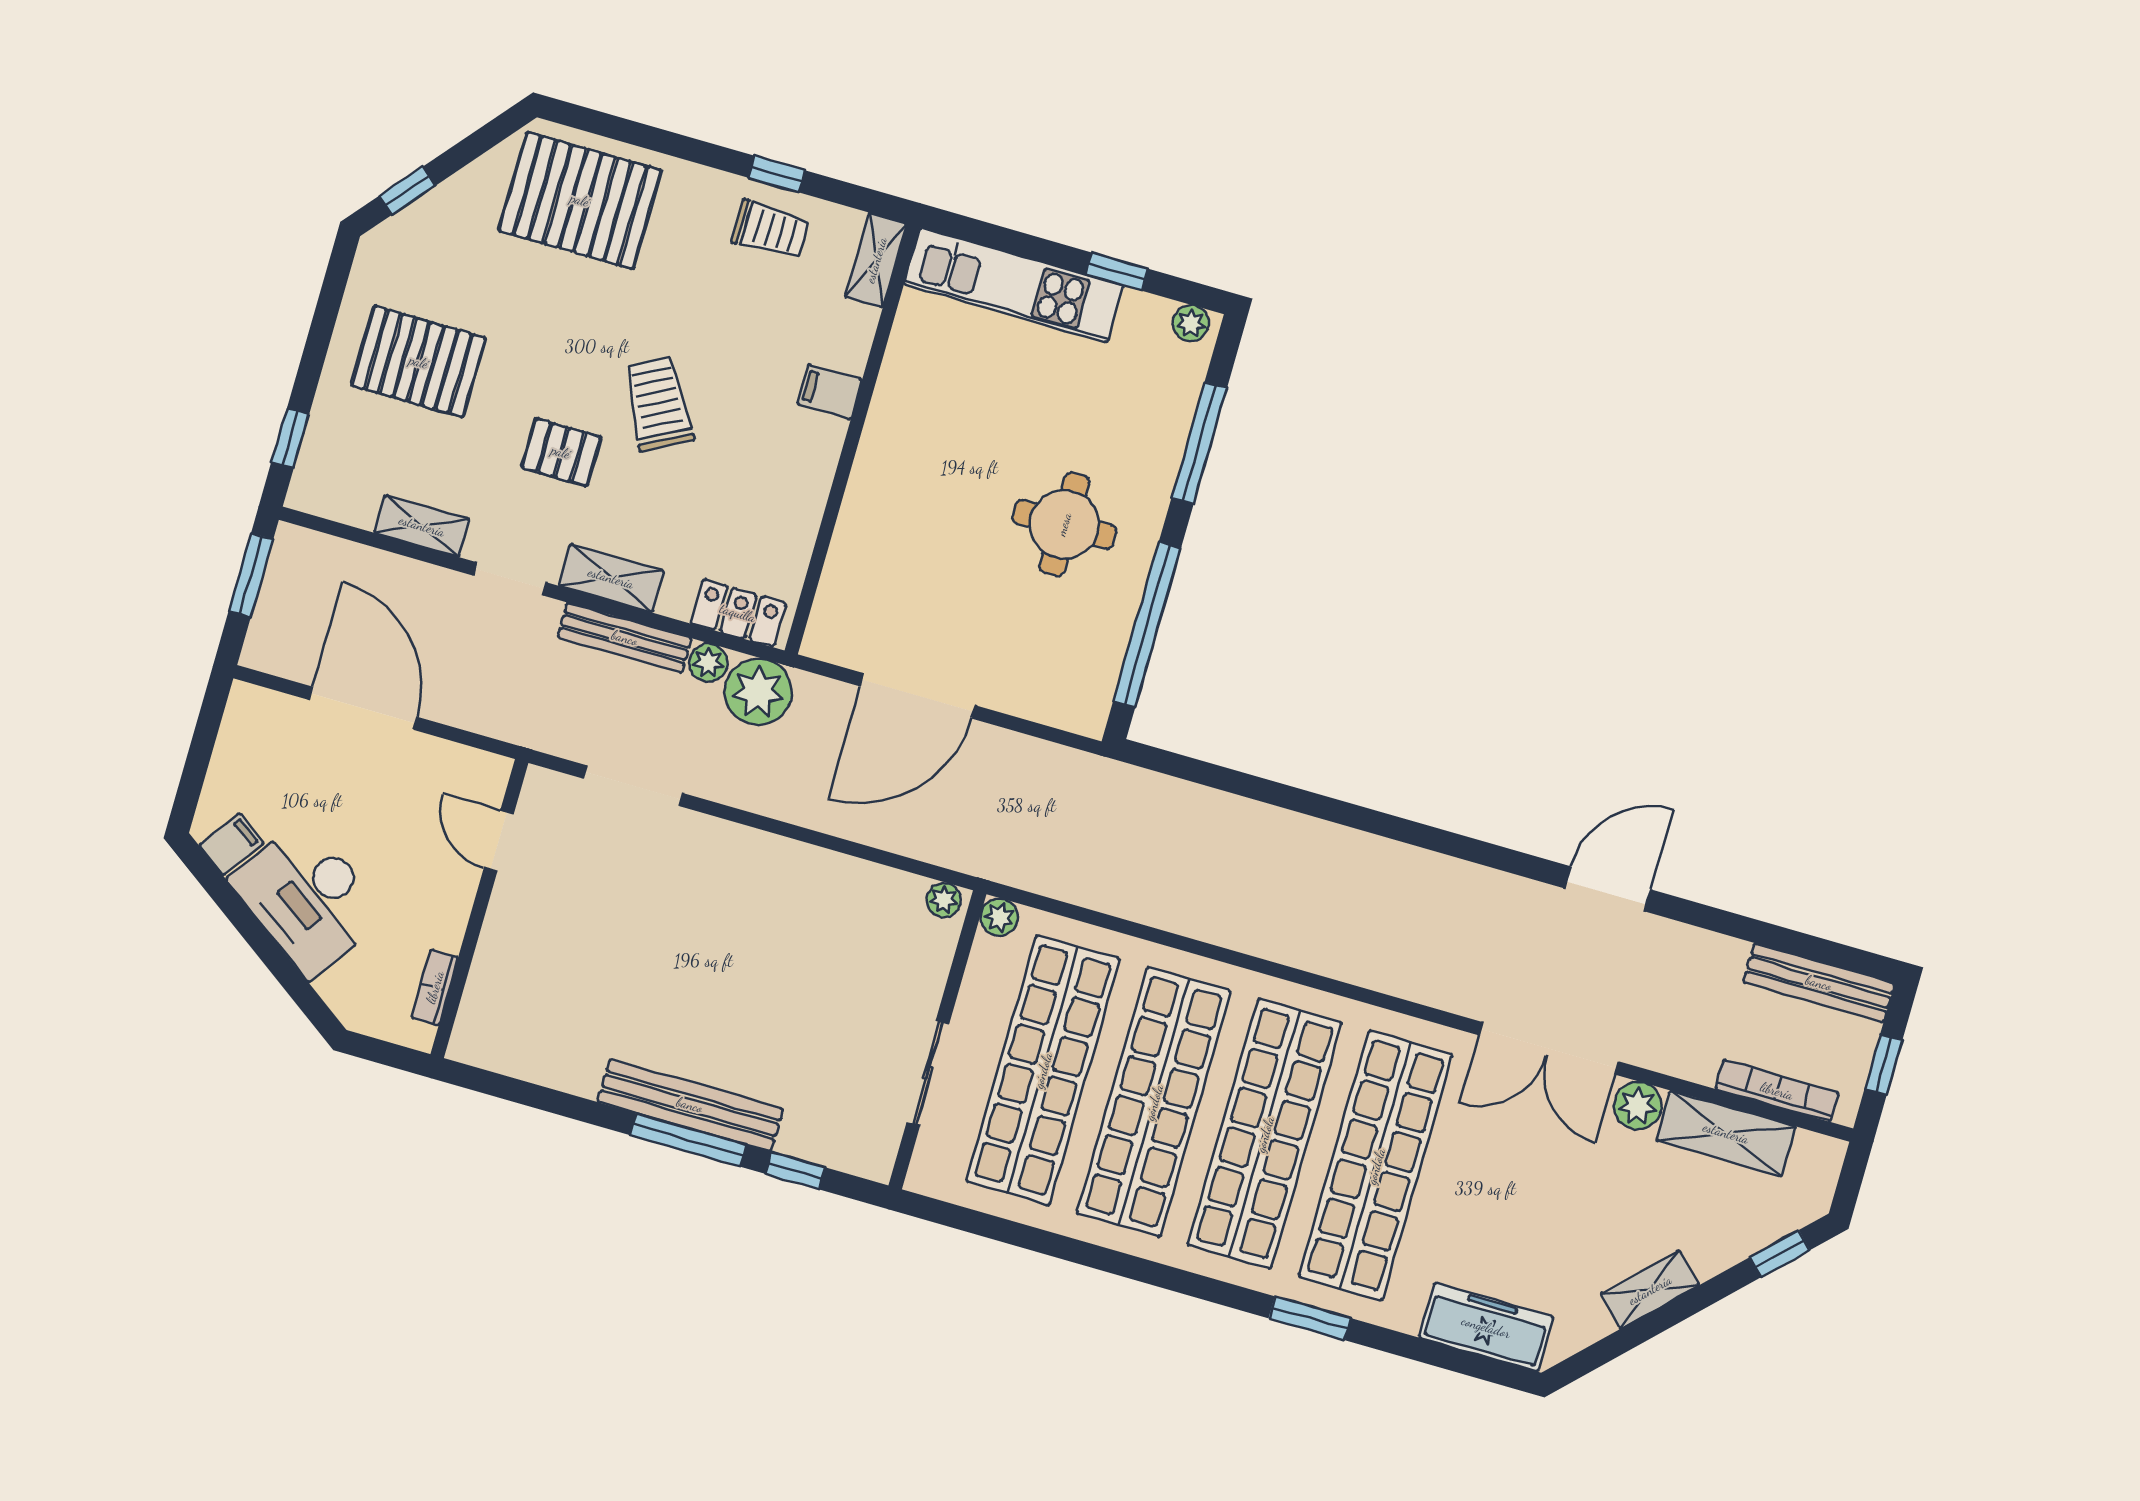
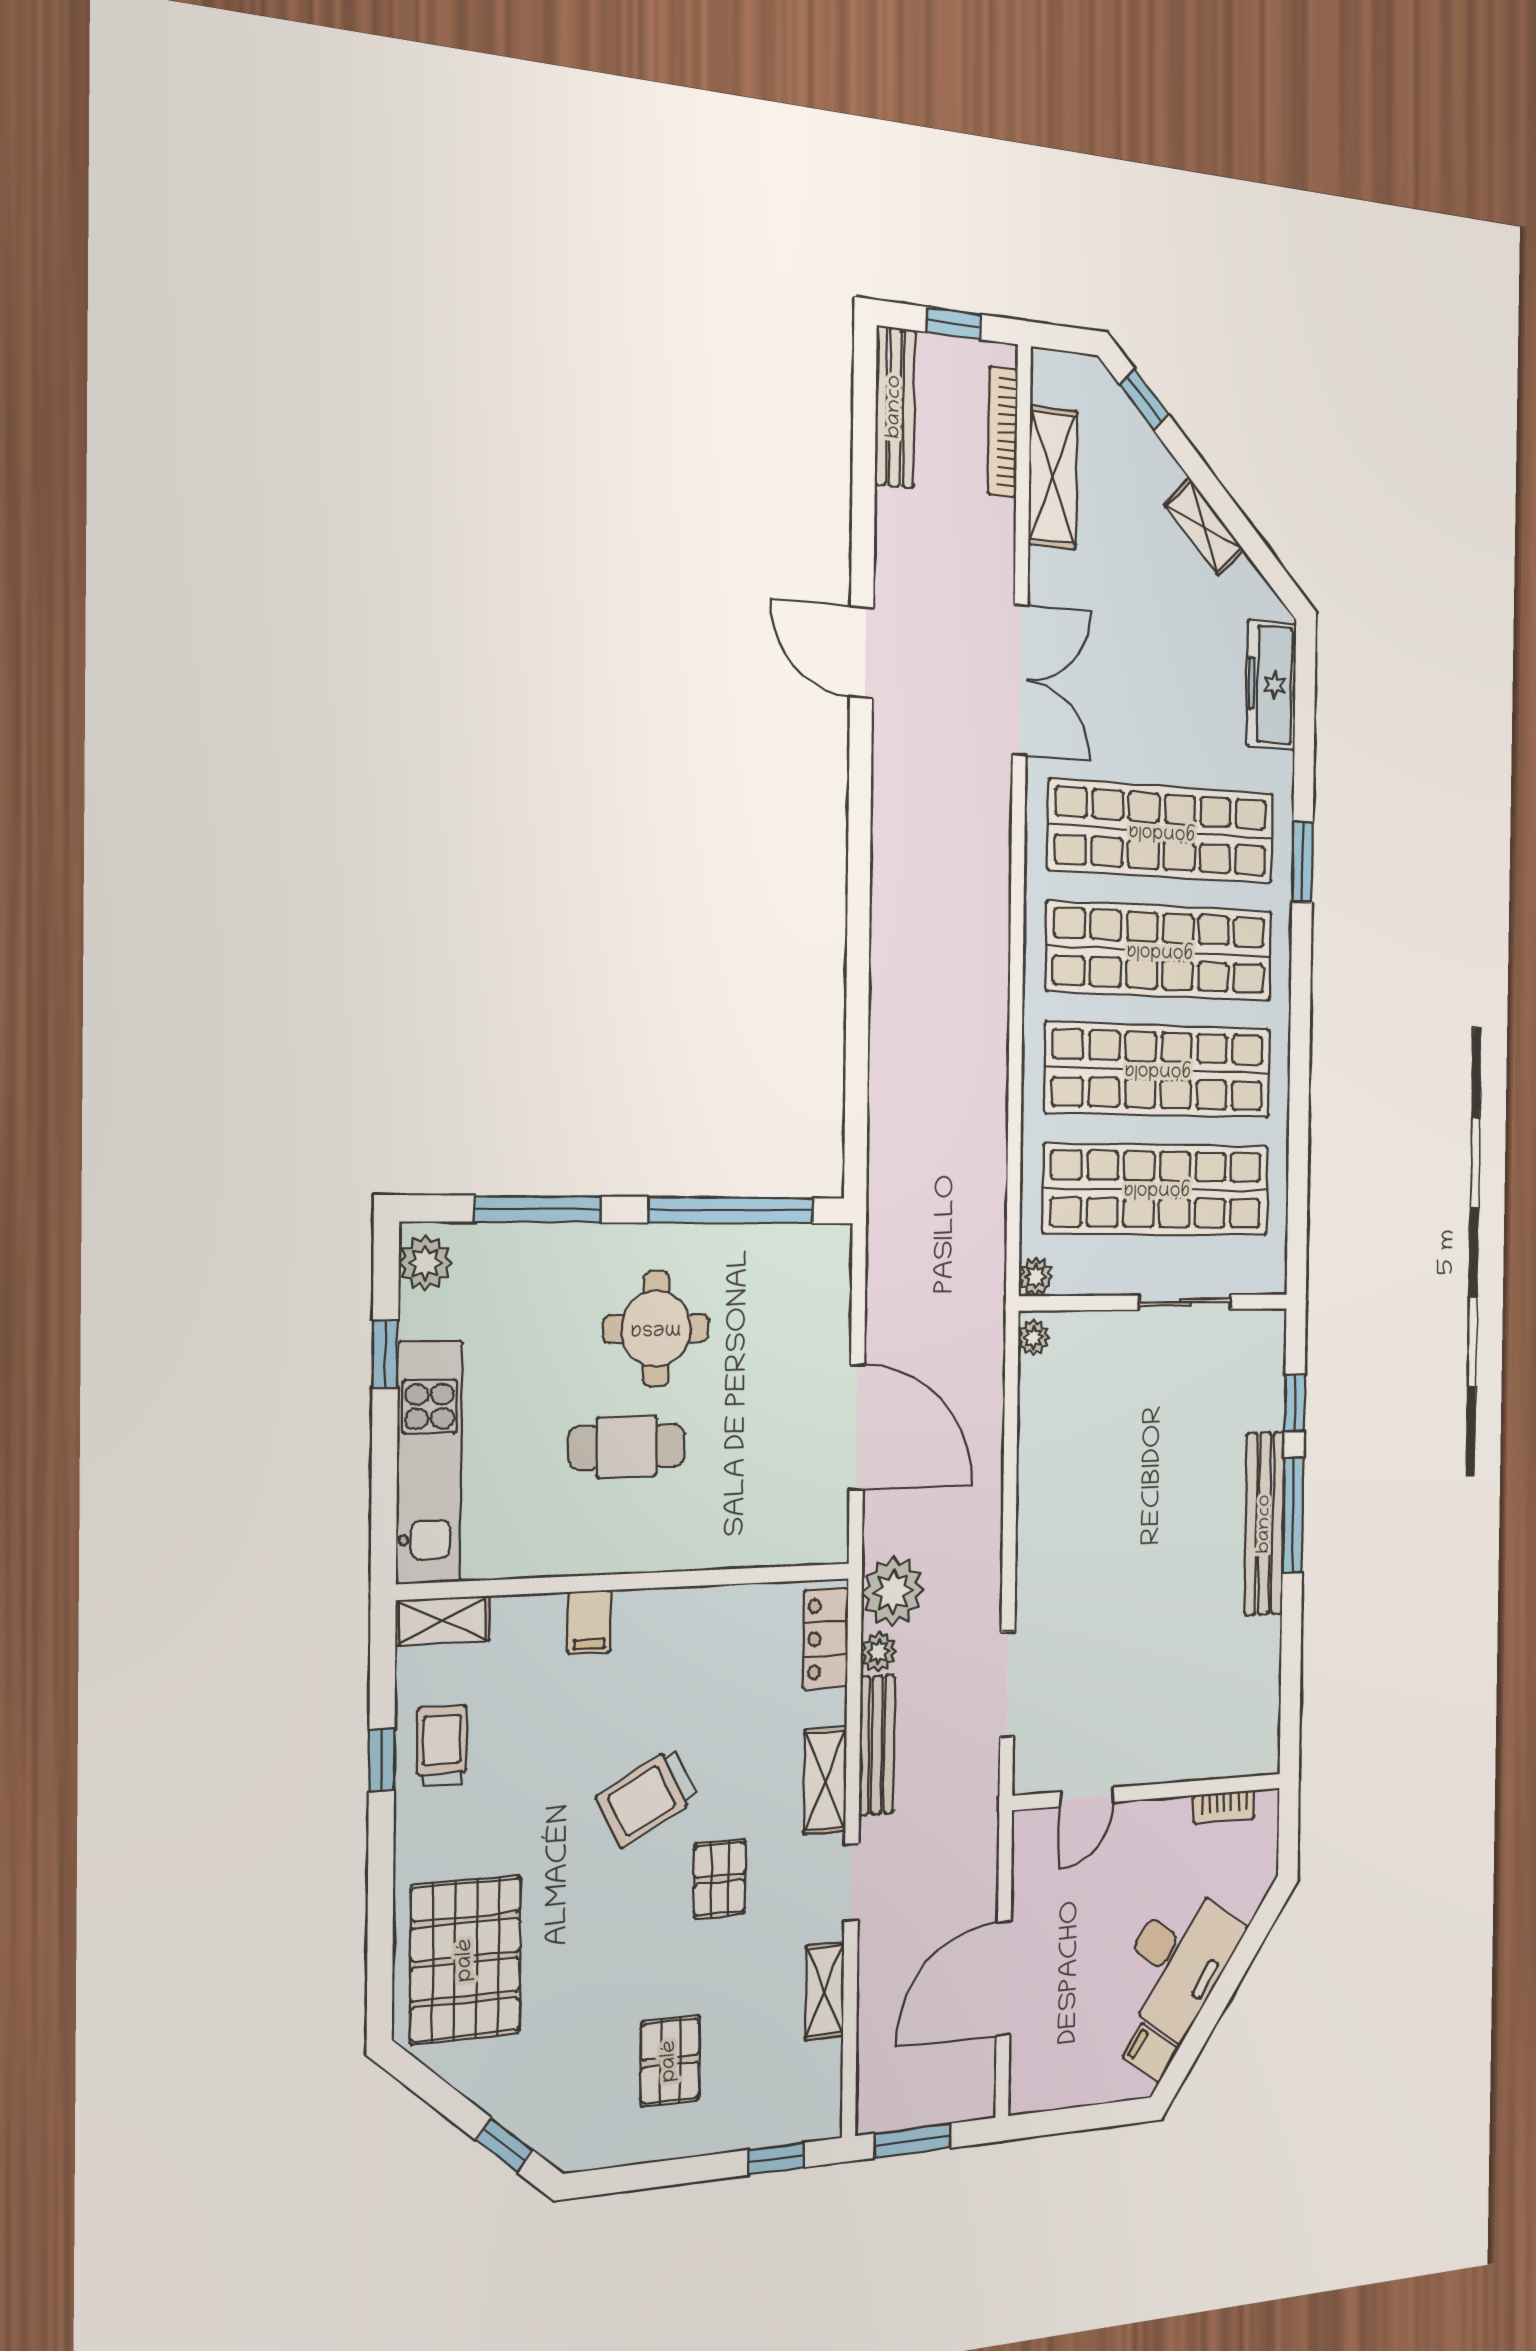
plant: (1191, 323) -> (425, 1263), width x1.38, depth x1.38
pallet: (419, 362) -> (670, 2061), width x0.67, depth x0.71
cafe table: (970, 468) -> (627, 1447), added
plant: (1638, 1106) -> (1049, 575), removed

